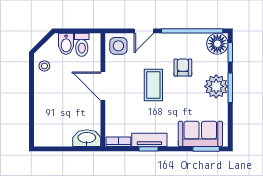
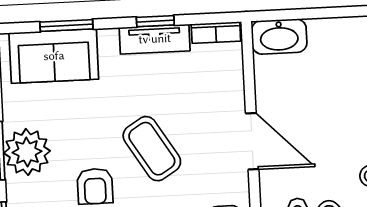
coffee table: (153, 85) -> (152, 149), turned -32
window: (206, 149) -> (66, 25), moved

